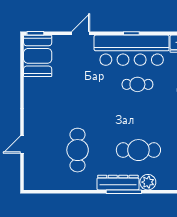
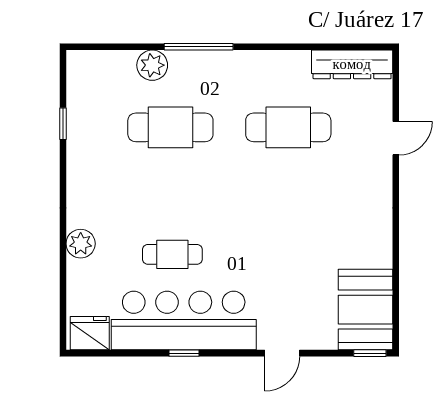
cafe table: (78, 150) -> (288, 127), turned 90
dresser: (118, 183) -> (352, 64), moved

